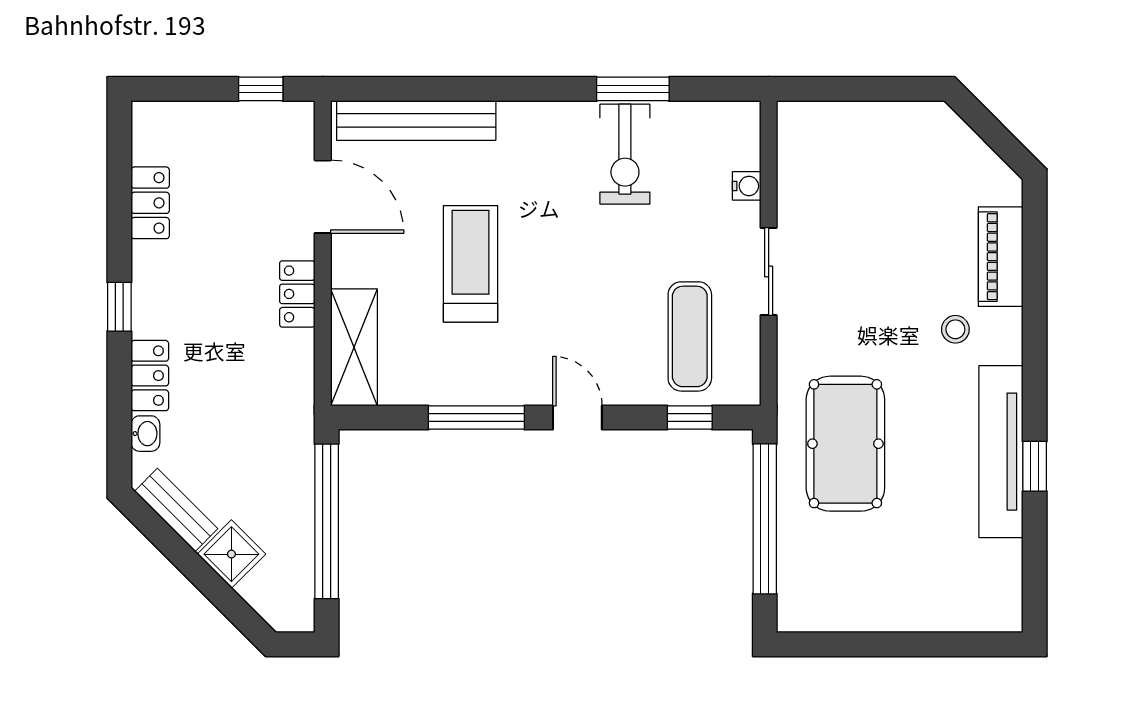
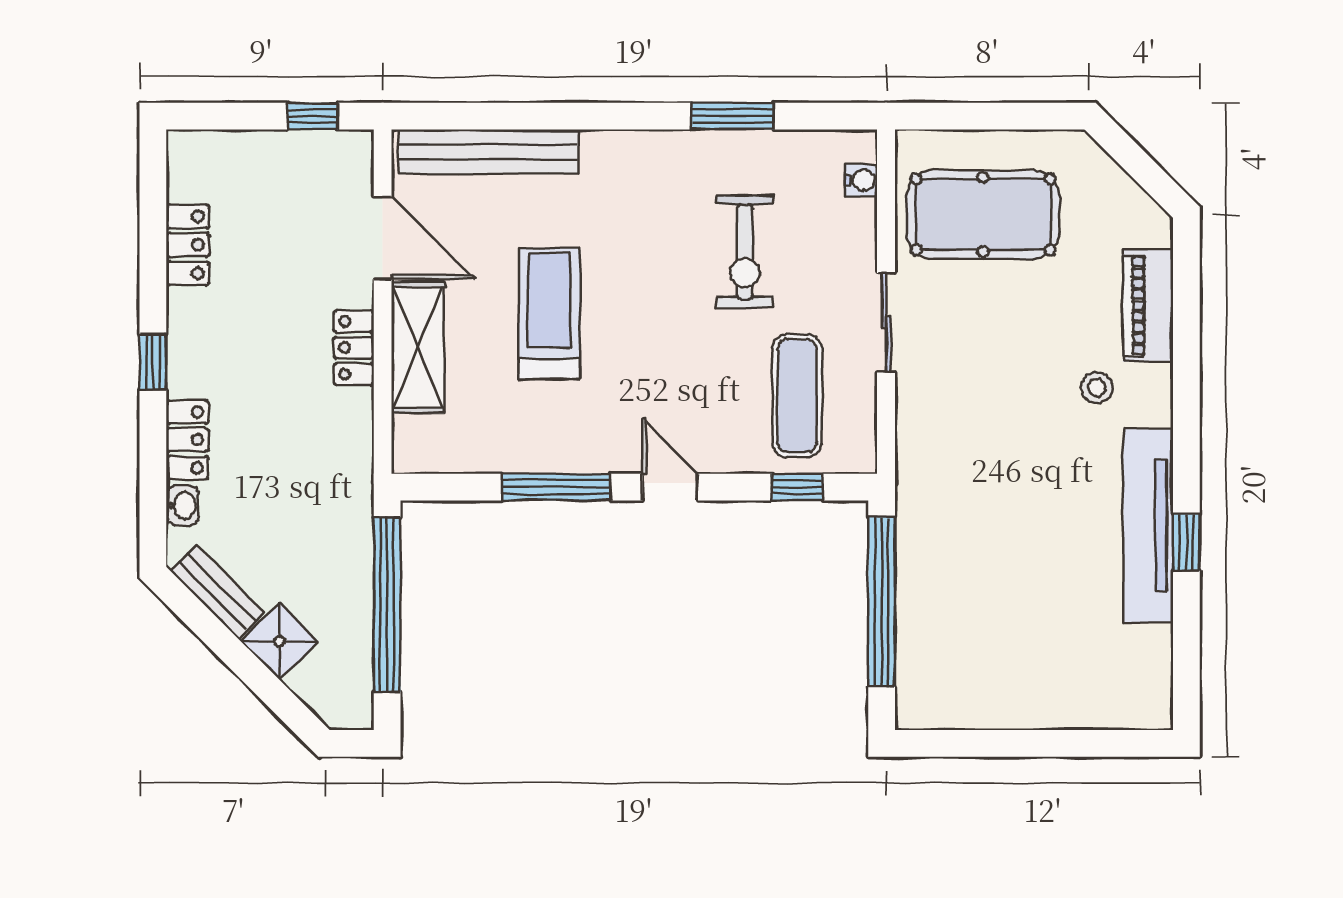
exercise bike: (625, 154) -> (745, 251), moved
water cooler: (747, 186) -> (861, 180), moved
shelving: (354, 347) -> (418, 347), moved
pool table: (845, 444) -> (983, 214), moved, turned 90

